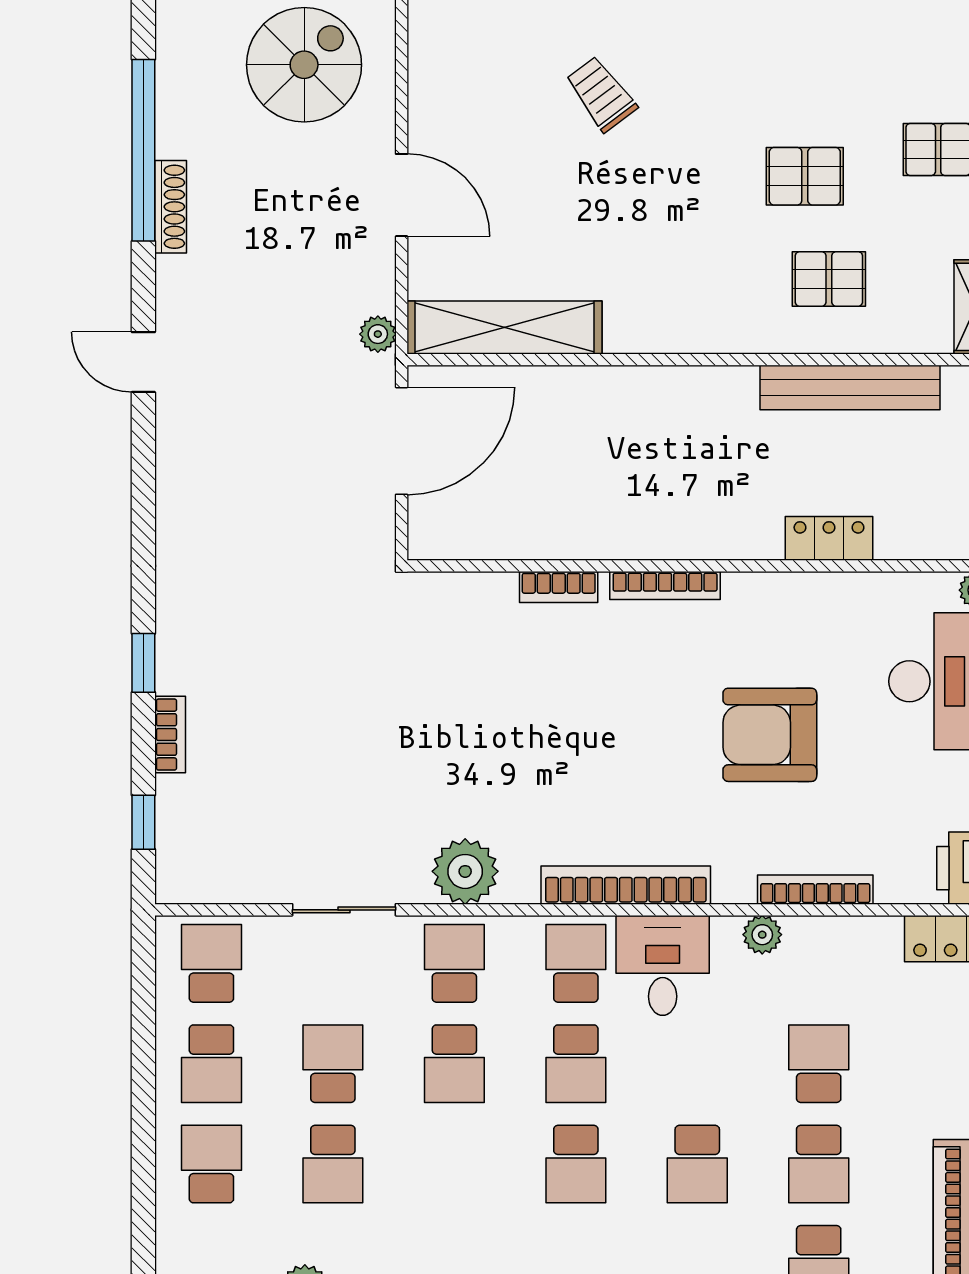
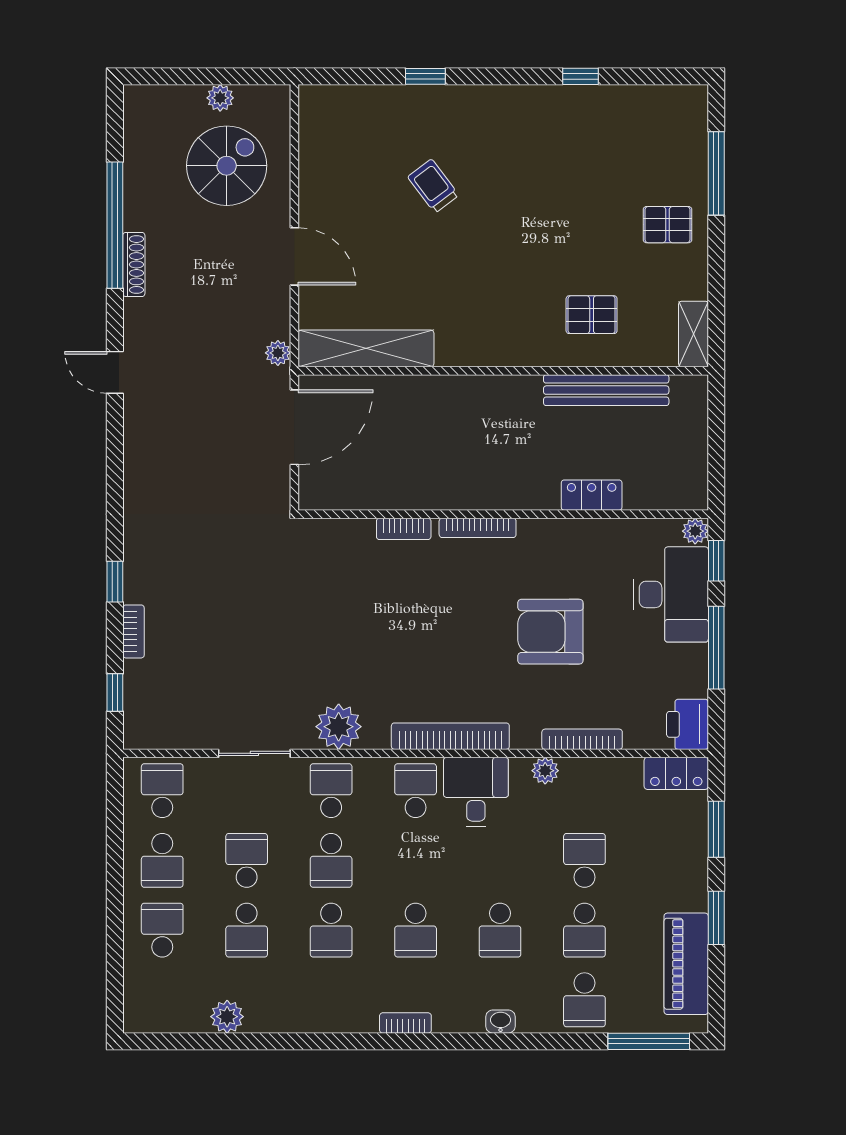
pallet: (805, 176) -> (575, 243), removed
school desk: (576, 1064) -> (331, 930), moved

